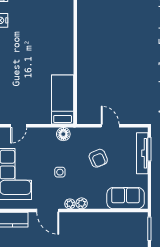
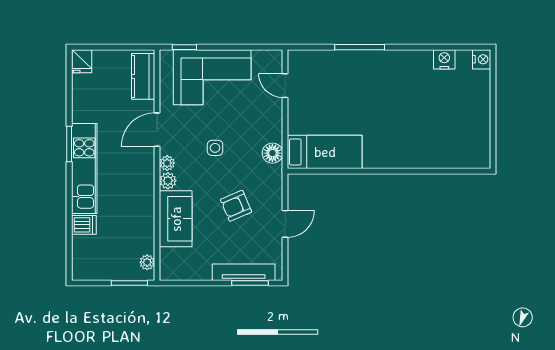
sofa: (126, 198) -> (176, 219), moved
plant: (136, 217) -> (147, 262), added

